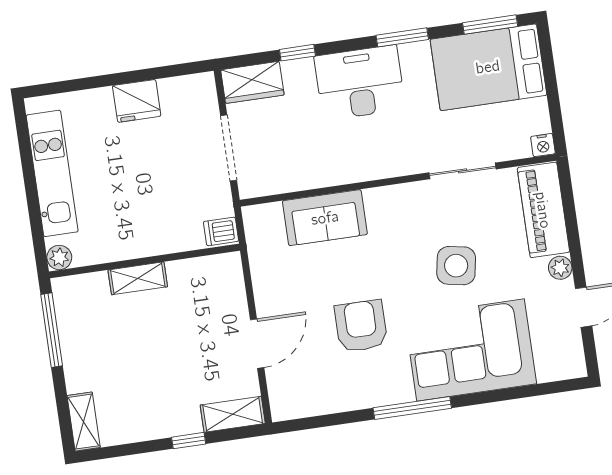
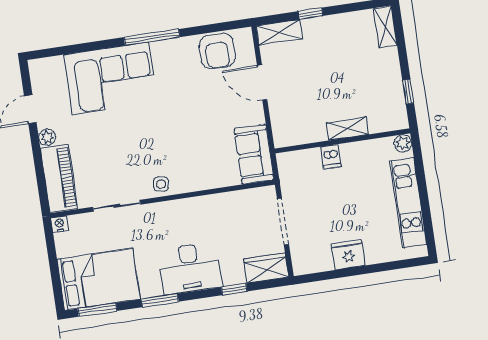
sofa: (325, 218) -> (254, 154), moved, turned -90
dishwasher: (221, 231) -> (331, 157), moved, turned 90
side table: (456, 266) -> (161, 184), moved, width x0.54, depth x0.54
armchair: (361, 326) -> (217, 51), moved
window: (52, 330) -> (408, 92), width x0.46
door: (257, 344) -> (262, 82), hinge flipped

